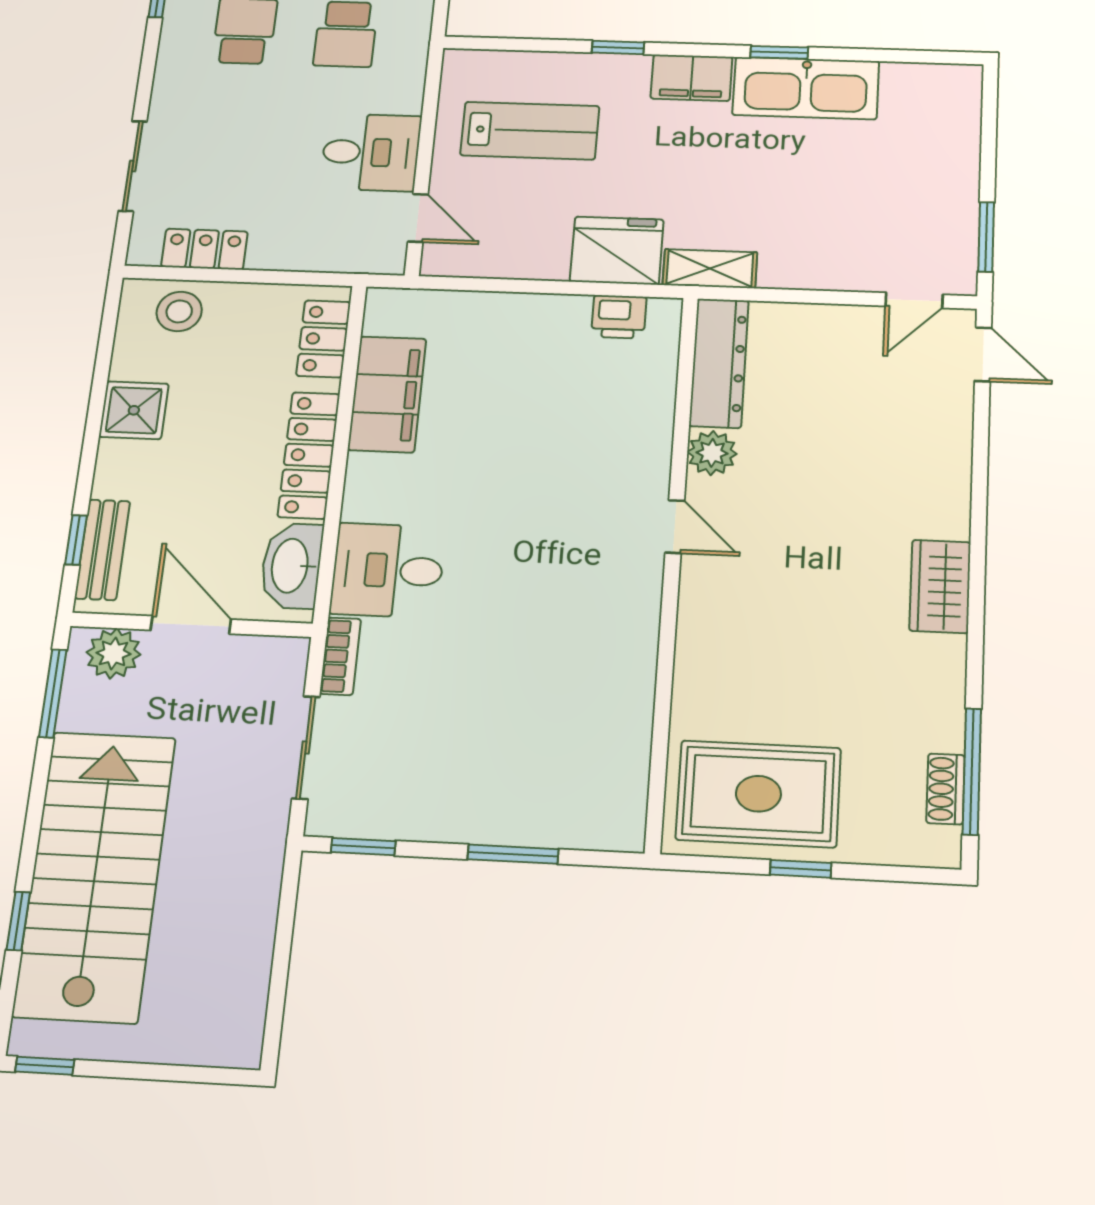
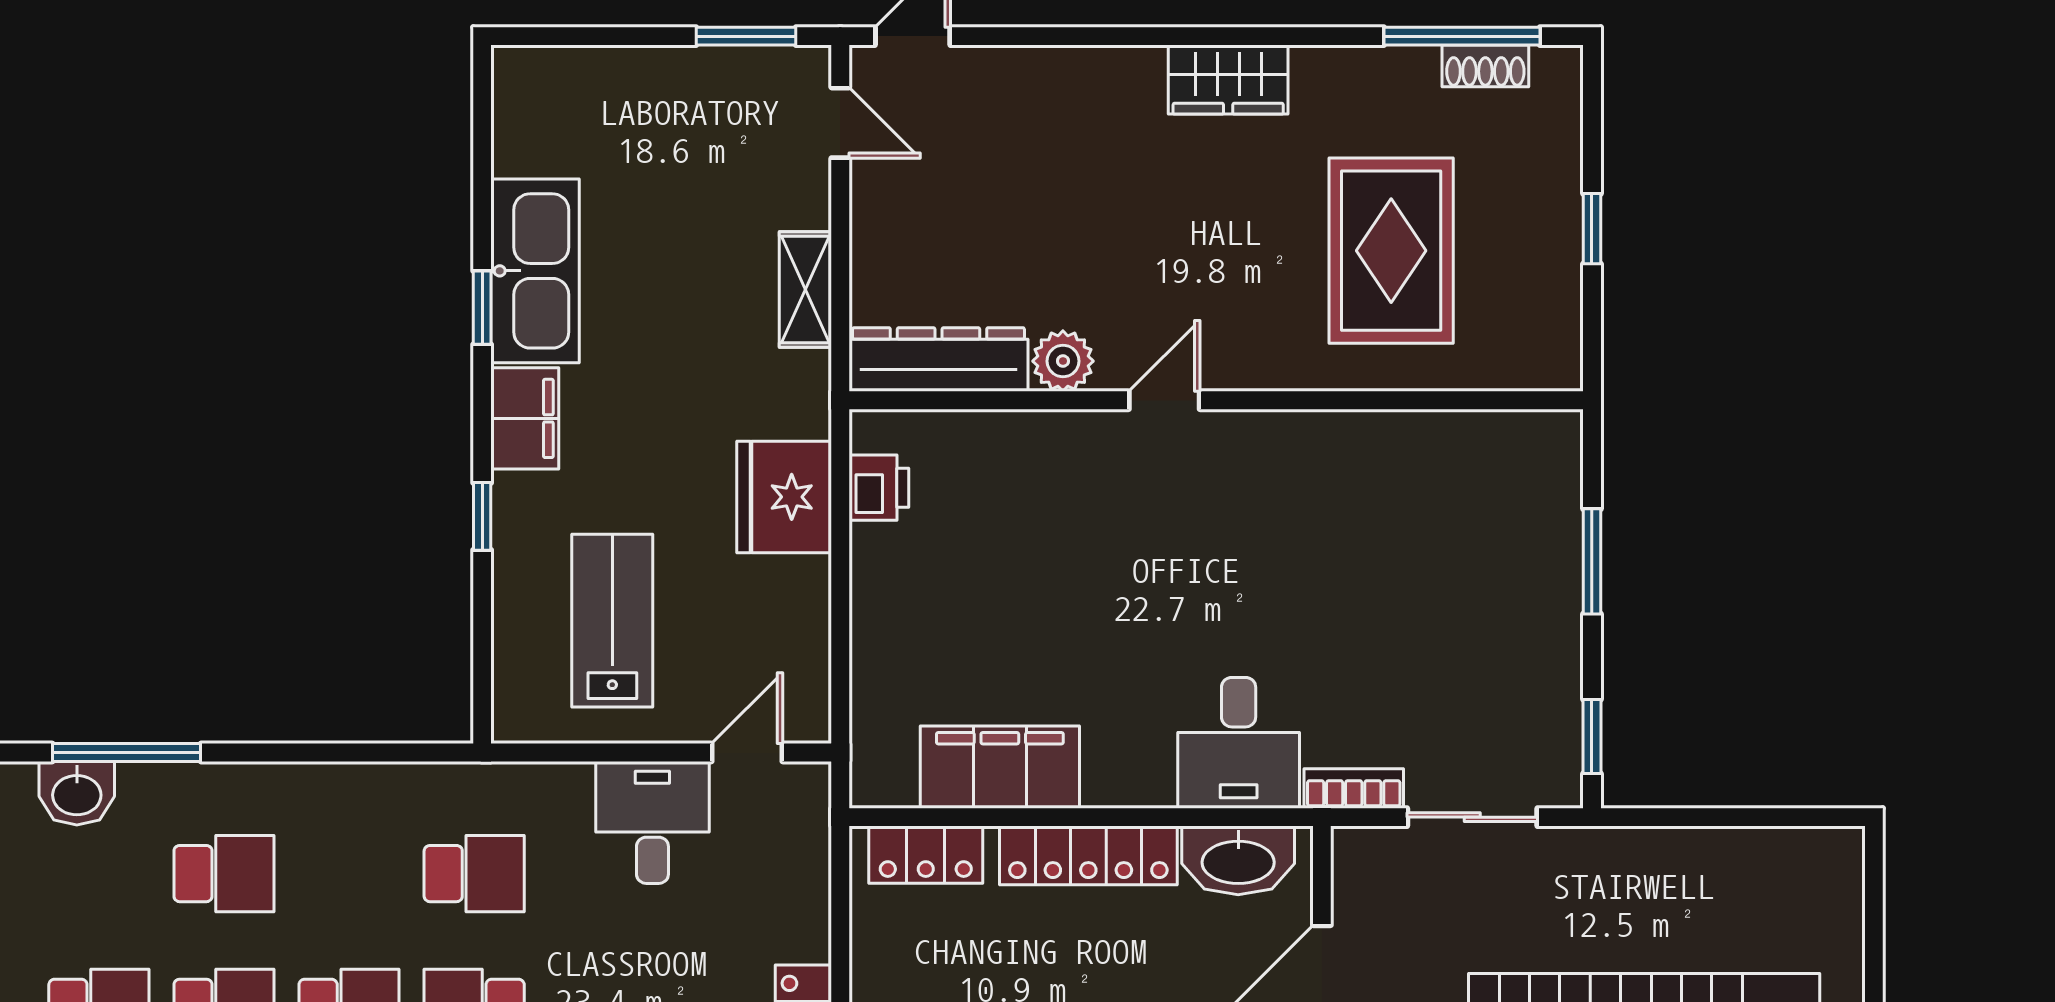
shelving: (710, 269) -> (805, 289), moved
rug: (758, 794) -> (1391, 251), moved

